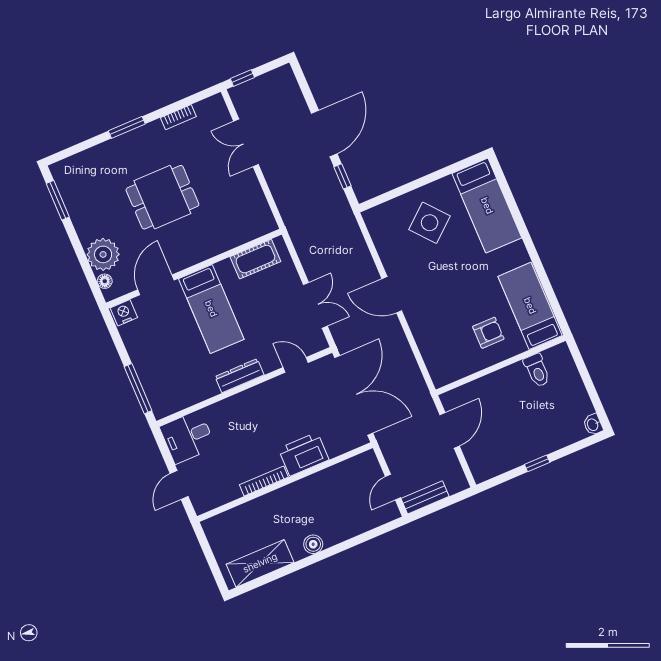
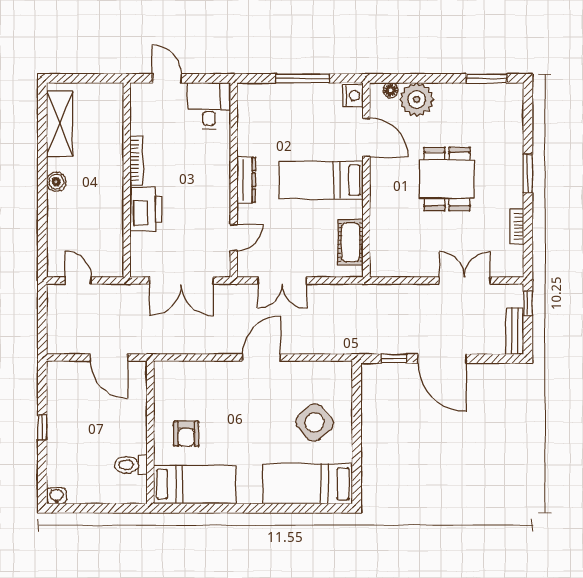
window: (138, 389) -> (302, 78), moved
double door: (354, 395) -> (181, 280), width x0.73
bench: (425, 497) -> (515, 331), moved

